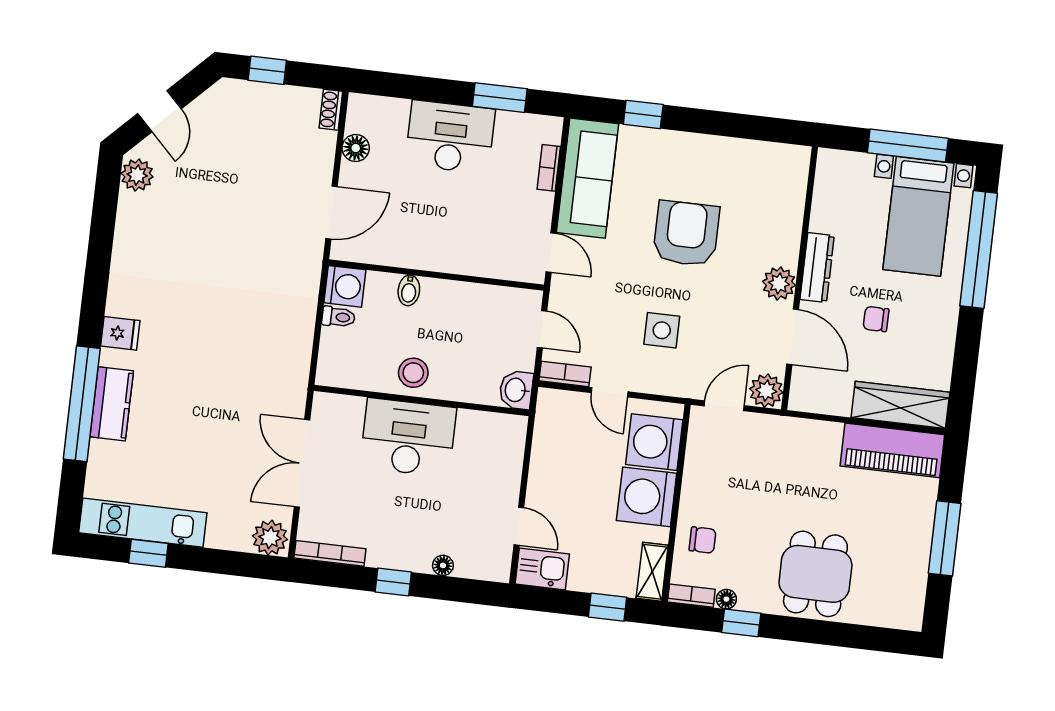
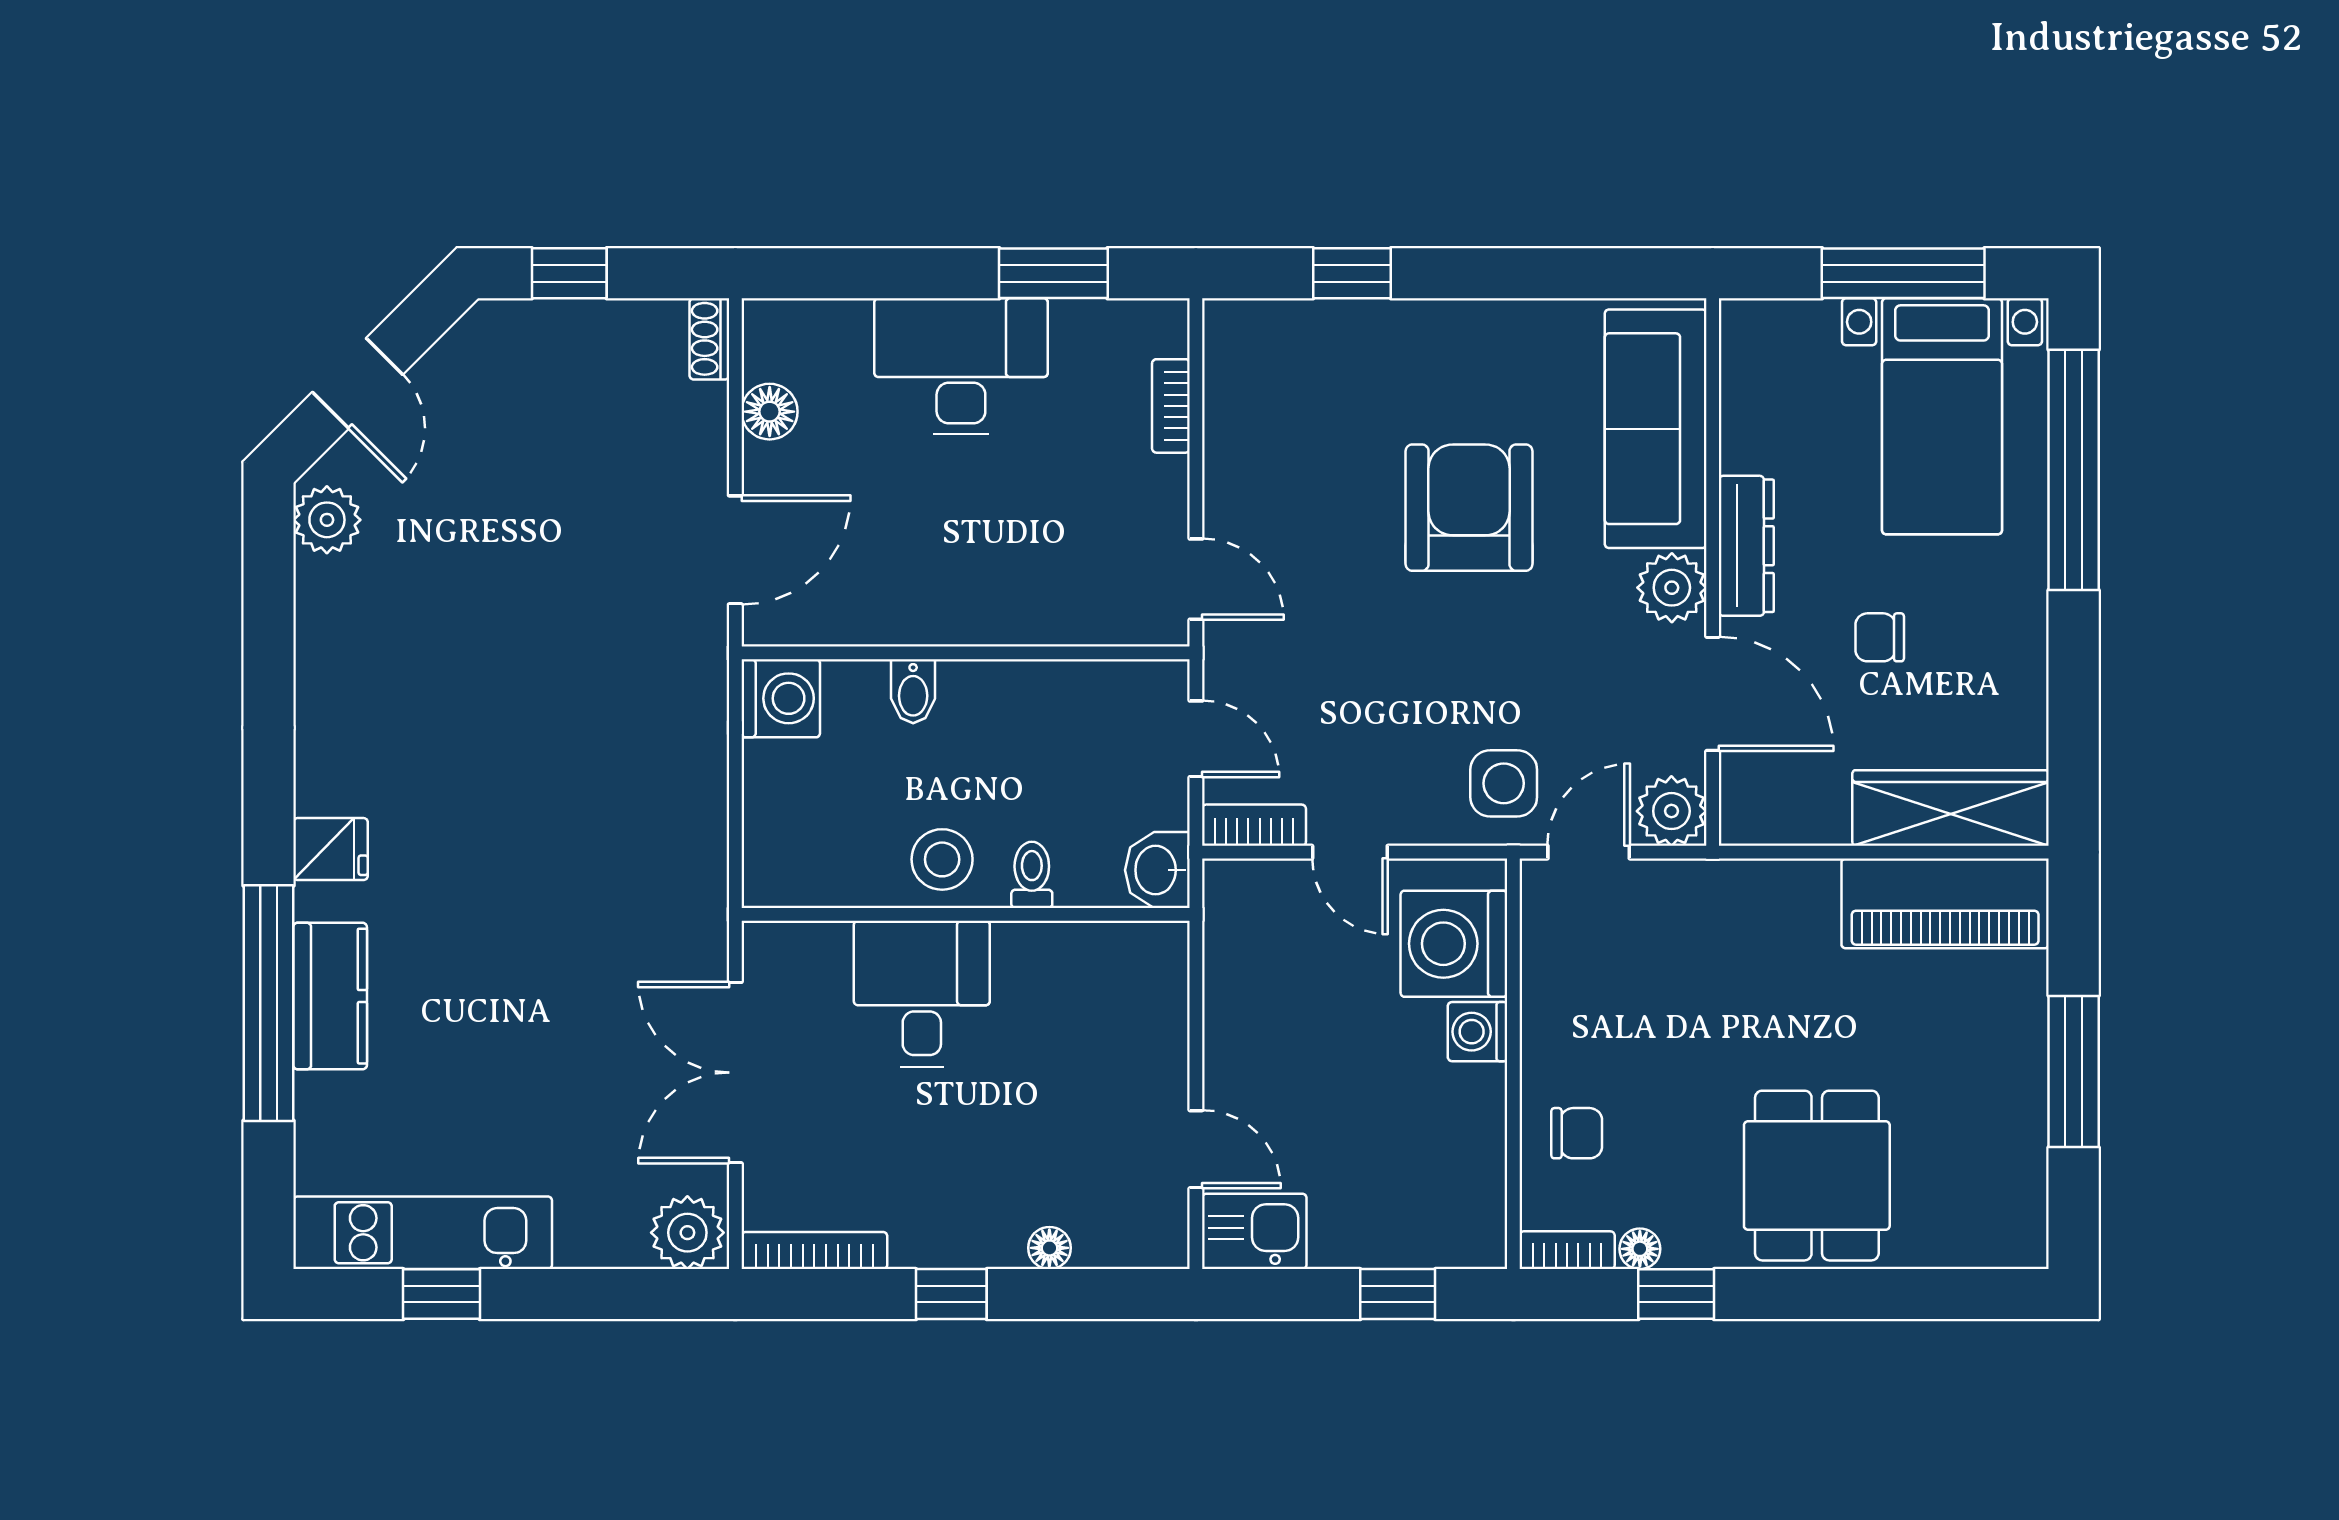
sofa: (587, 178) -> (1656, 429), moved, turned 180
toilet: (338, 317) -> (1032, 875), moved, turned -90
side table: (662, 330) -> (1504, 783), moved
desk: (408, 438) -> (922, 994), width x0.73
washing machine: (647, 497) -> (1478, 1032), width x0.53, depth x0.53
shelving: (652, 572) -> (1481, 1211), removed

